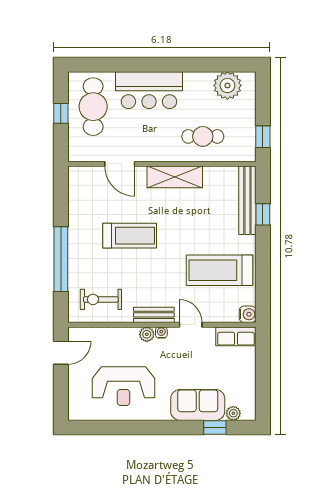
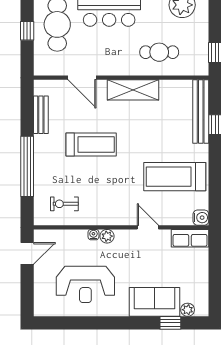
exercise bike: (101, 299) -> (64, 204), width x0.73, depth x0.72
bench: (154, 315) -> (41, 115), moved, turned 90
water cooler: (161, 333) -> (93, 235), moved

